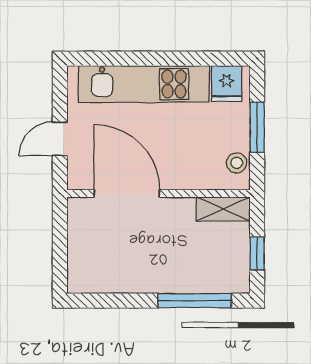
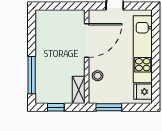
window: (257, 127) -> (109, 107), moved
stool: (237, 163) -> (98, 76), moved

